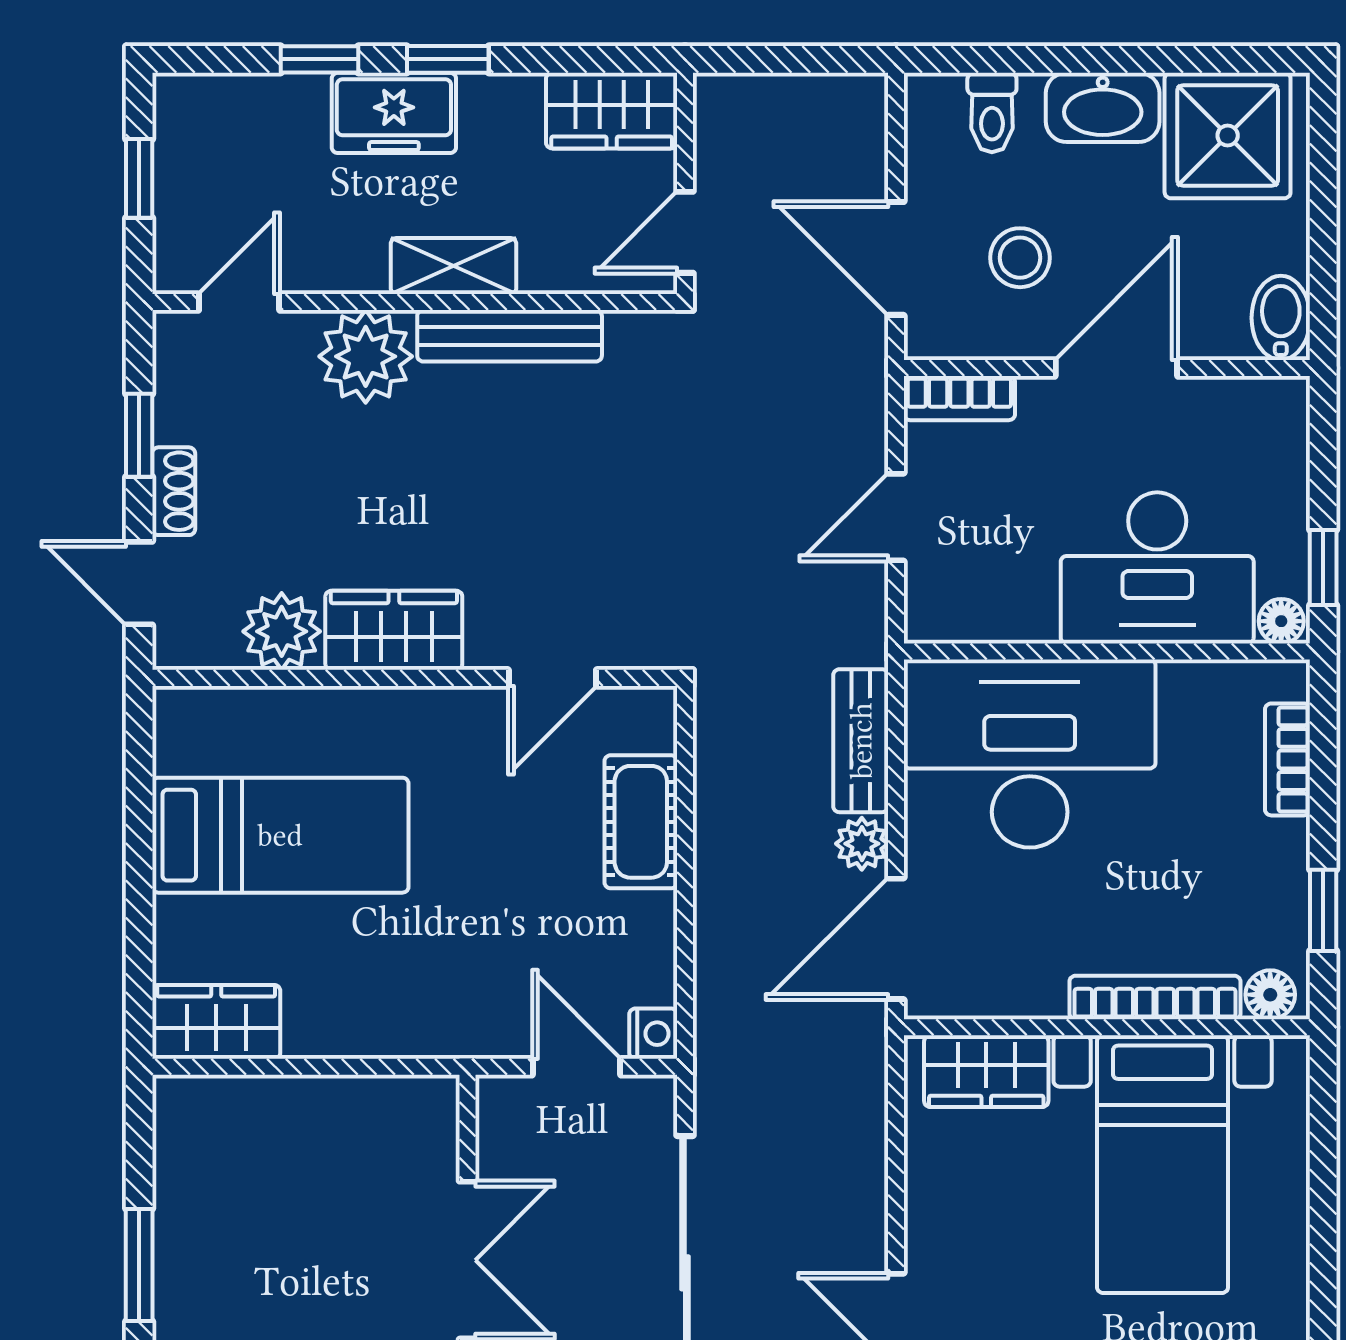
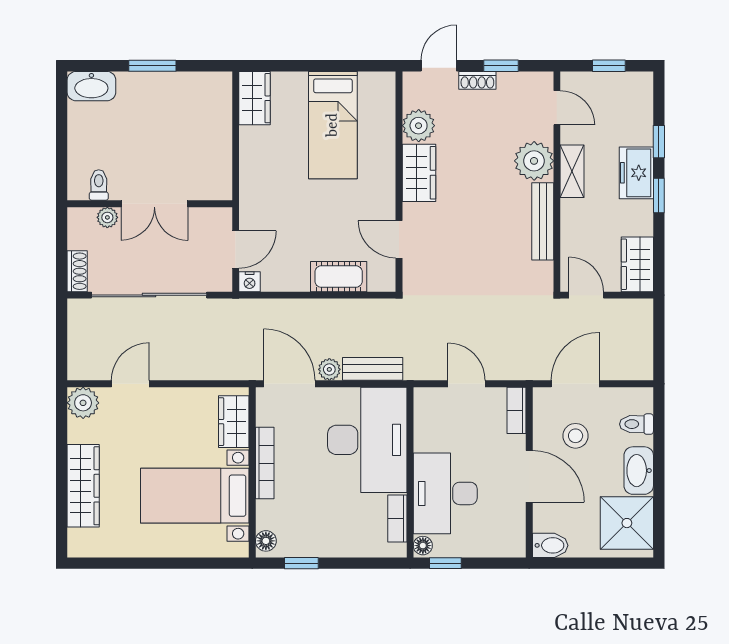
shelving: (453, 266) -> (572, 171), moved
bookcase: (1288, 759) -> (397, 518), moved, turned -90
bookcase: (1155, 997) -> (265, 463), moved

